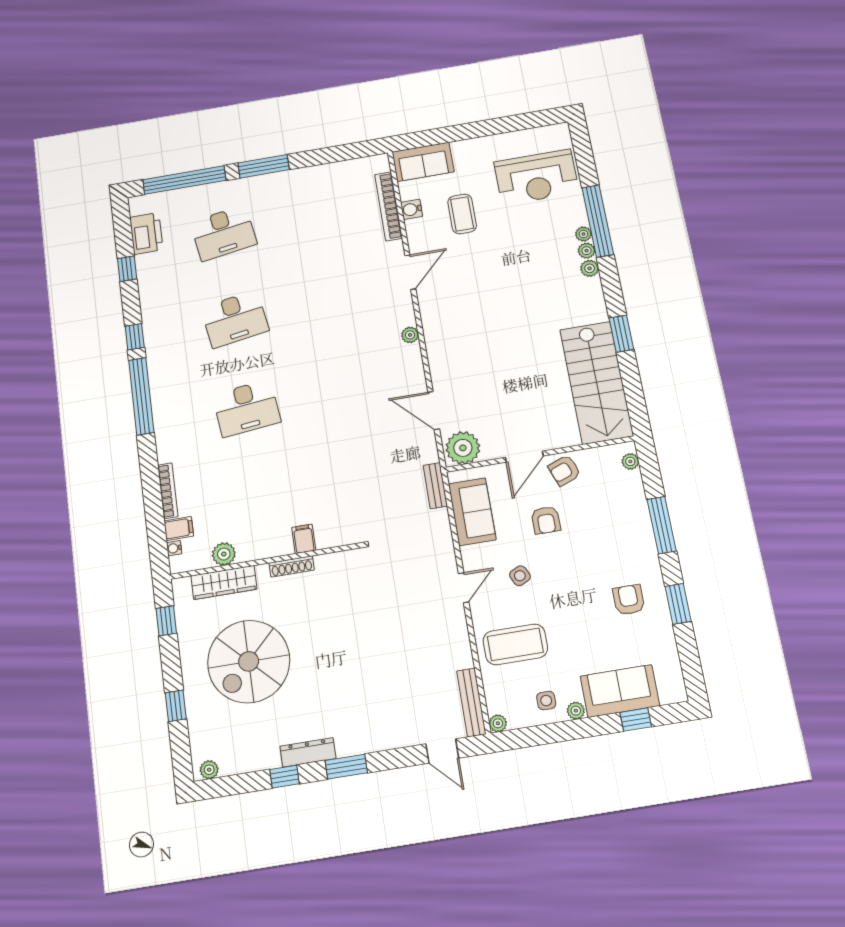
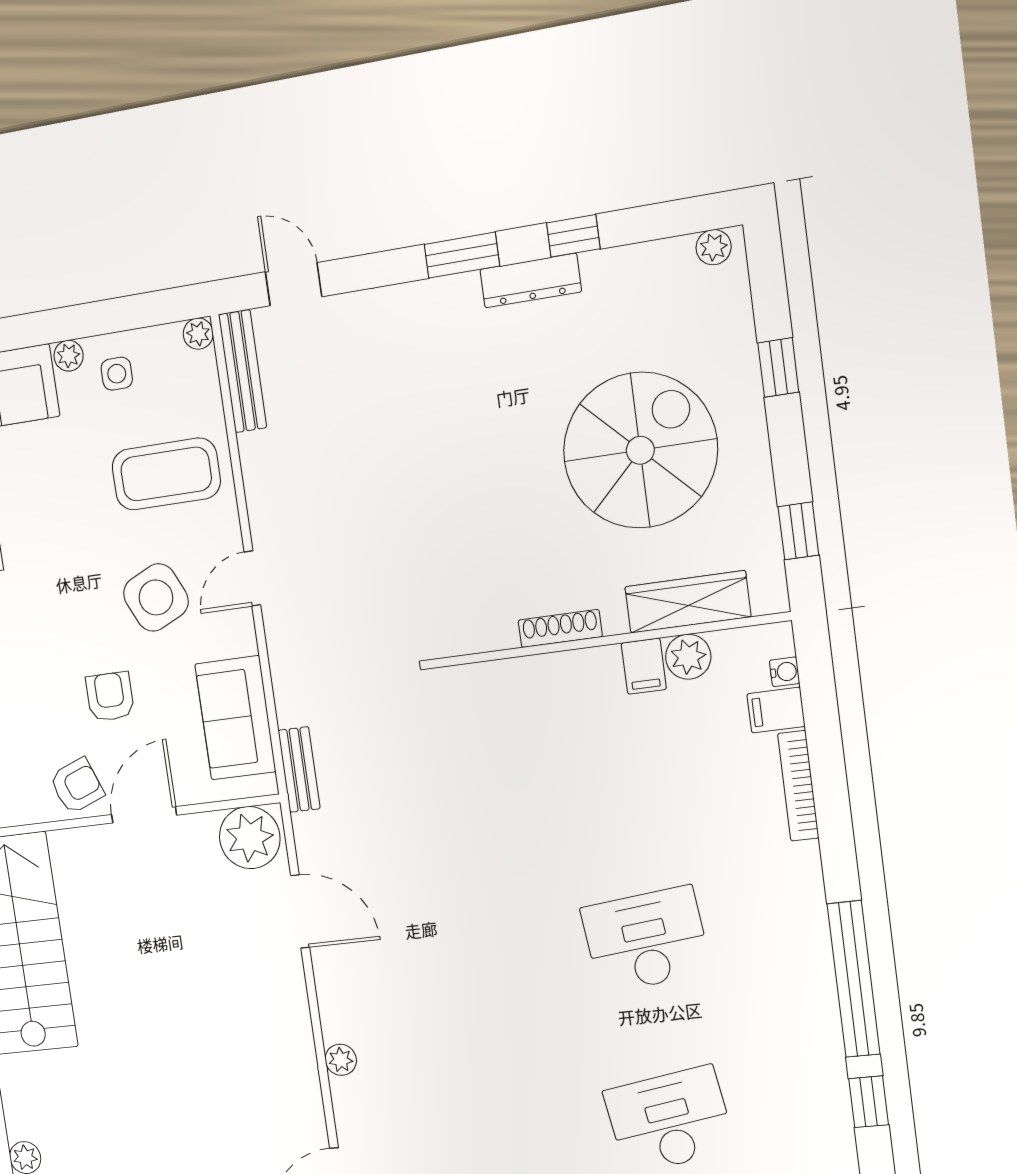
filing cabinet: (304, 539) -> (644, 666), moved
side table: (520, 576) -> (156, 597), width x1.87, depth x1.87

